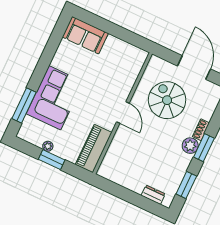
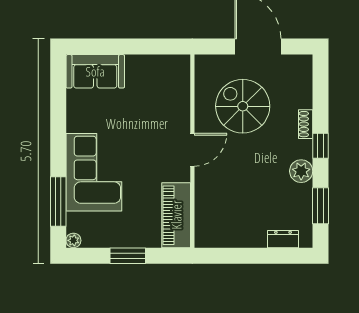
door: (123, 112) -> (192, 150), hinge flipped
plant: (48, 146) -> (73, 240), moved
plant: (190, 146) -> (301, 171), moved
window: (204, 148) -> (321, 146), width x0.67

